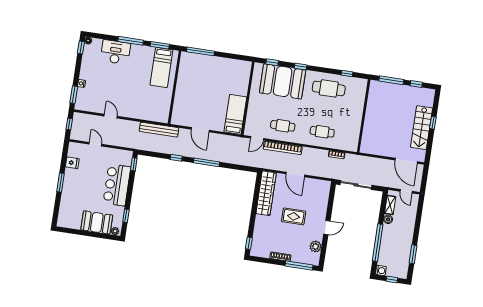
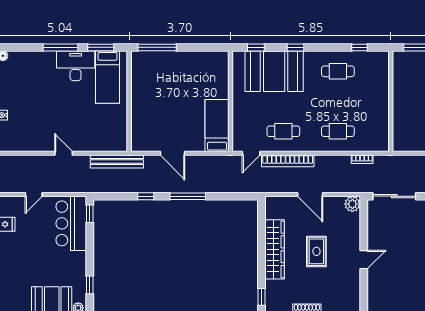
desk: (115, 52) -> (76, 66), moved
cafe table: (329, 88) -> (338, 71), width x0.73, depth x0.74
door: (111, 116) -> (64, 153), moved
door: (95, 144) -> (34, 194), swing flipped
bar counter: (117, 185) -> (71, 223), moved
wardrobe: (266, 193) -> (275, 249), moved
rug: (294, 216) -> (316, 251), turned 90
plant: (316, 246) -> (352, 204), moved

